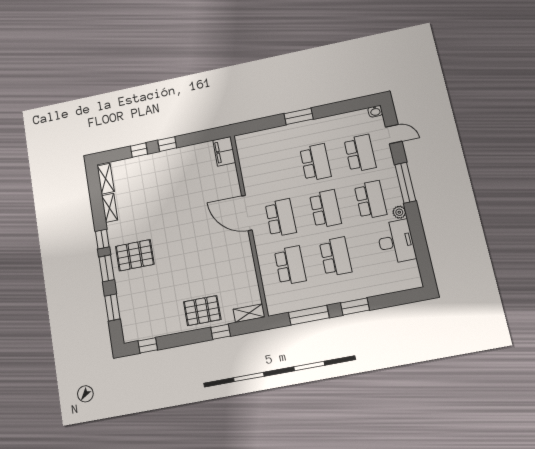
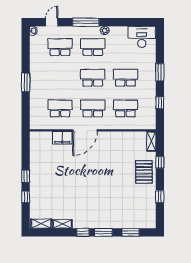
filing cabinet: (224, 151) -> (62, 138), moved
school desk: (315, 162) -> (60, 108), moved
desk: (396, 242) -> (142, 37), moved
pallet: (135, 255) -> (98, 211), removed
window: (309, 315) -> (160, 103), width x0.46
window: (148, 345) -> (160, 197), moved

